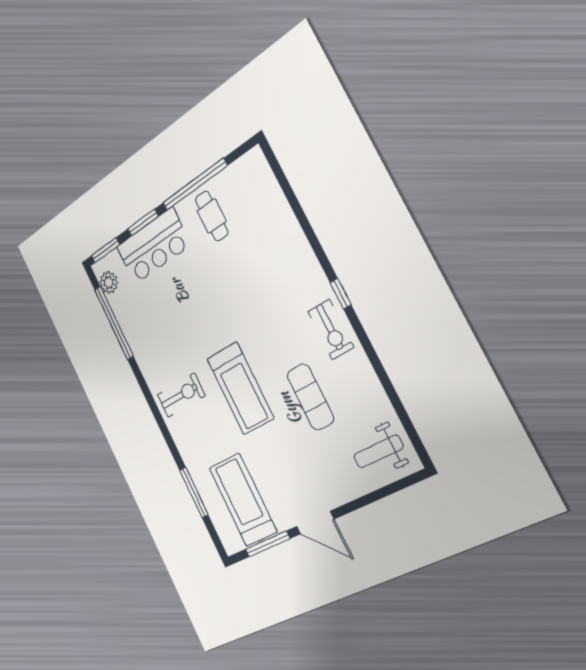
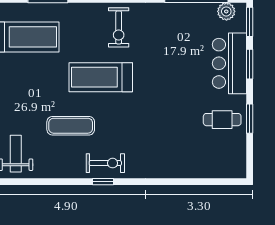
window: (195, 184) -> (250, 119), width x0.47
window: (341, 294) -> (103, 182), moved
exercise bike: (331, 330) -> (105, 163), turned 180

